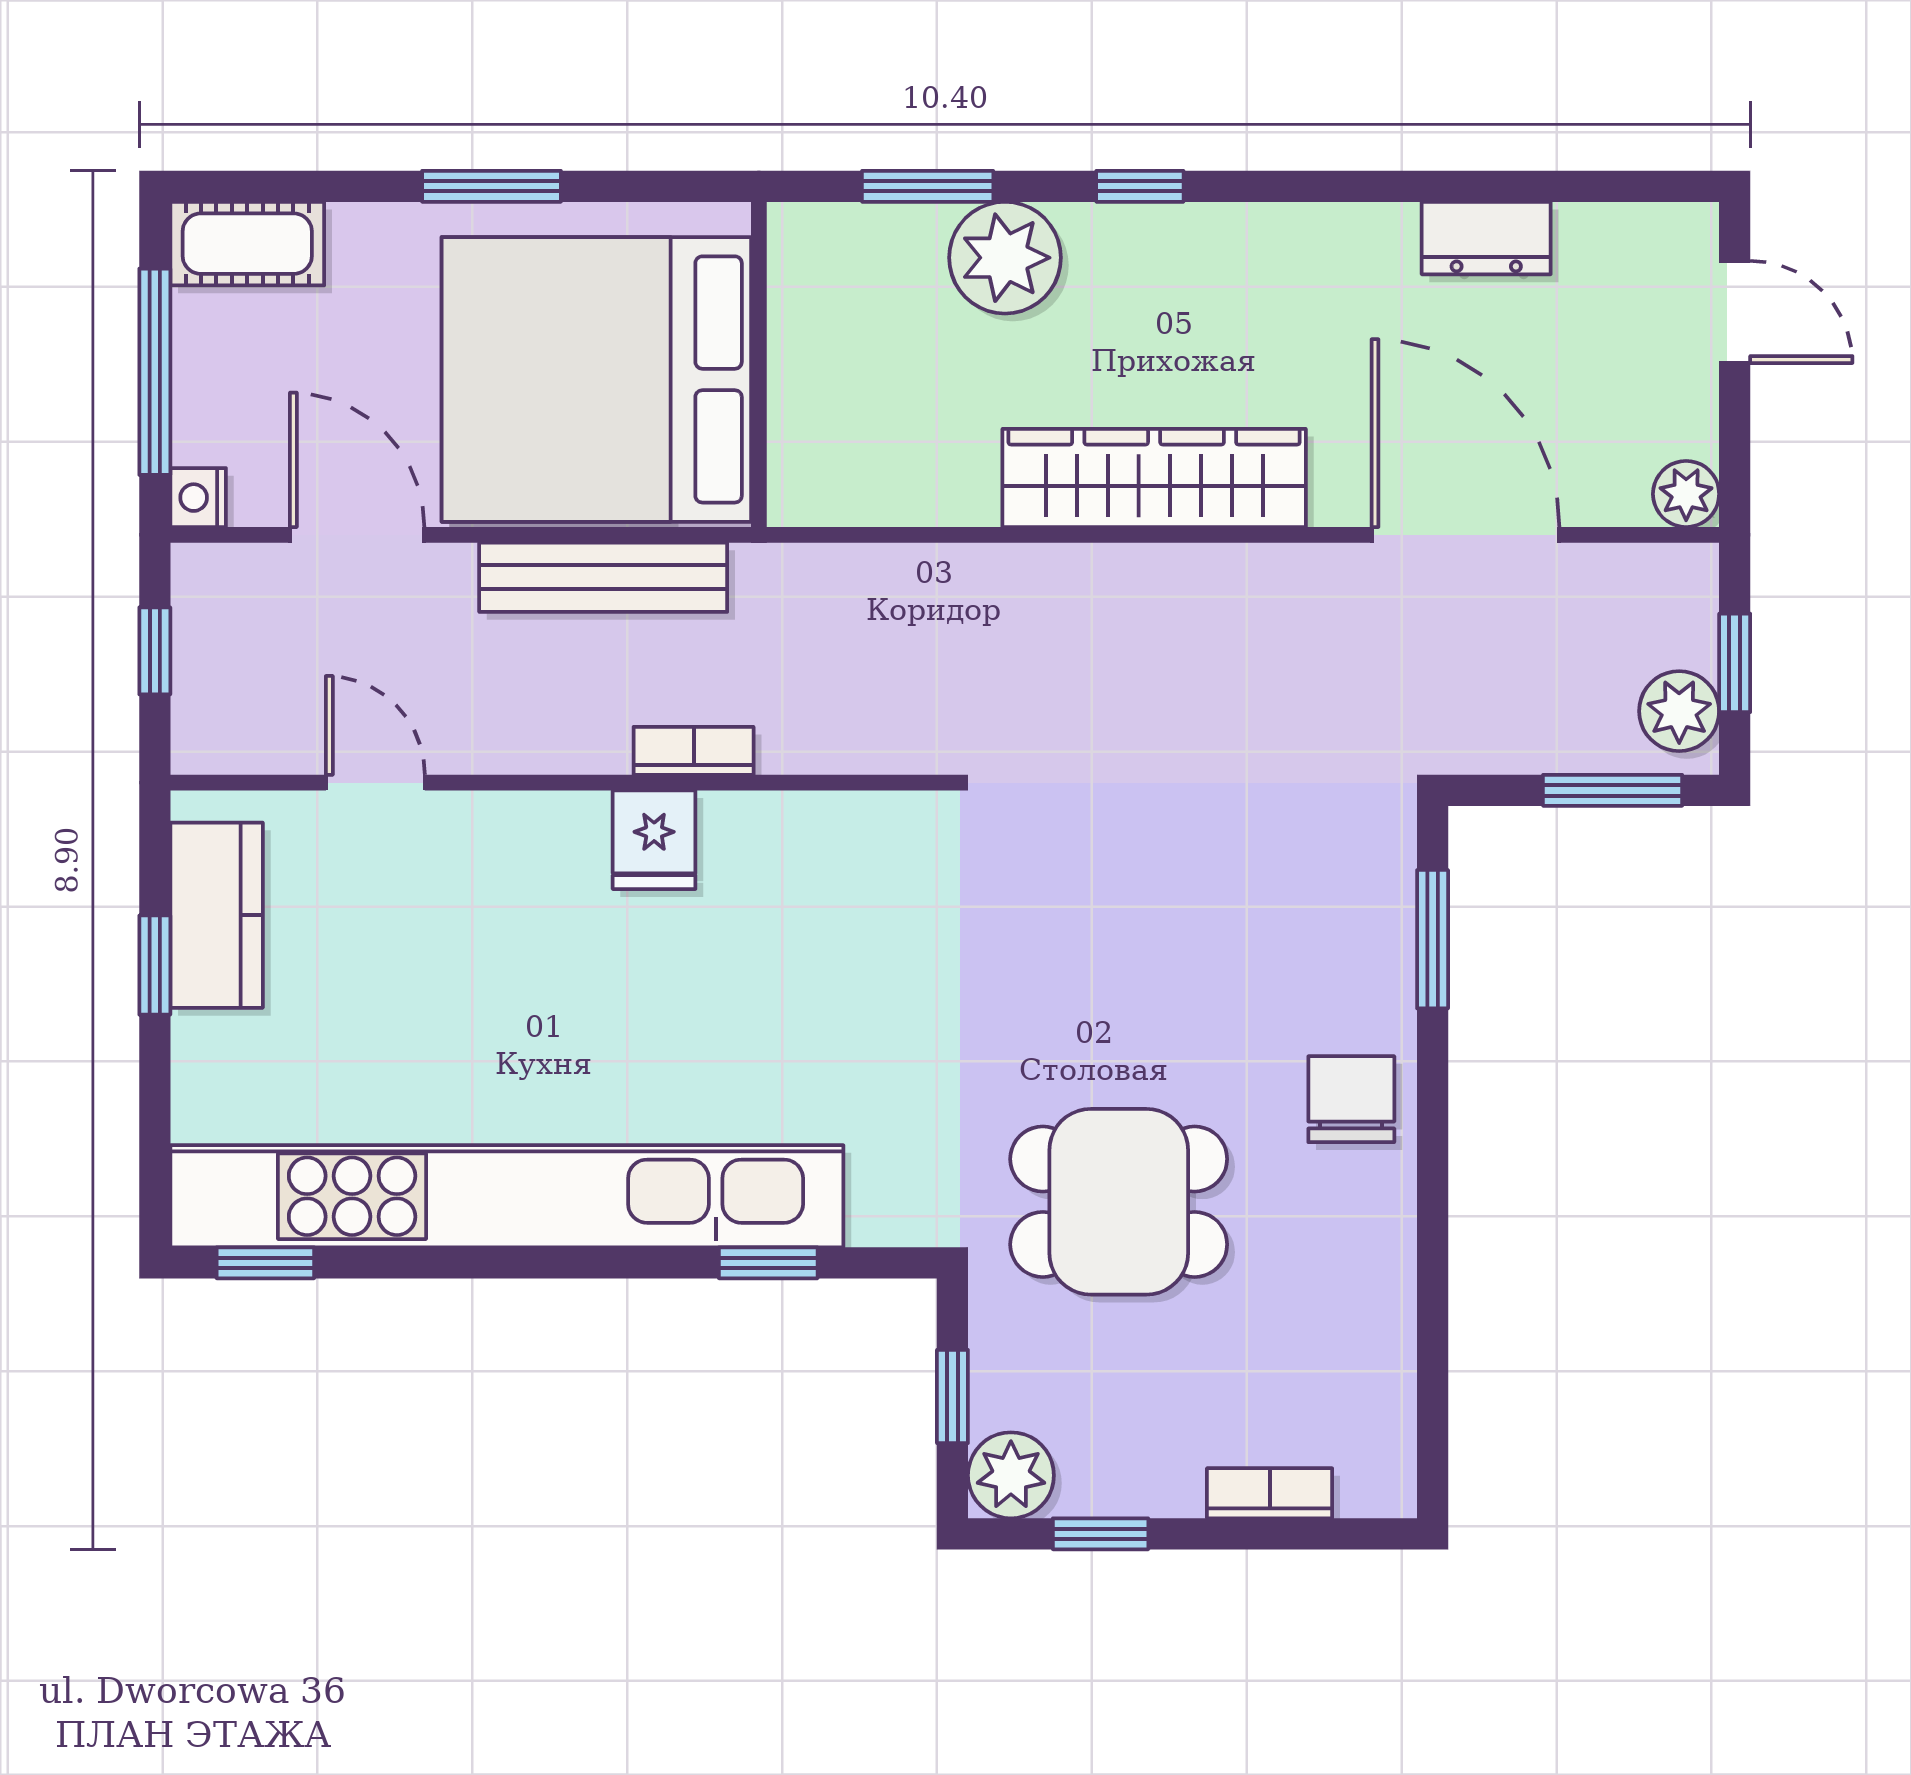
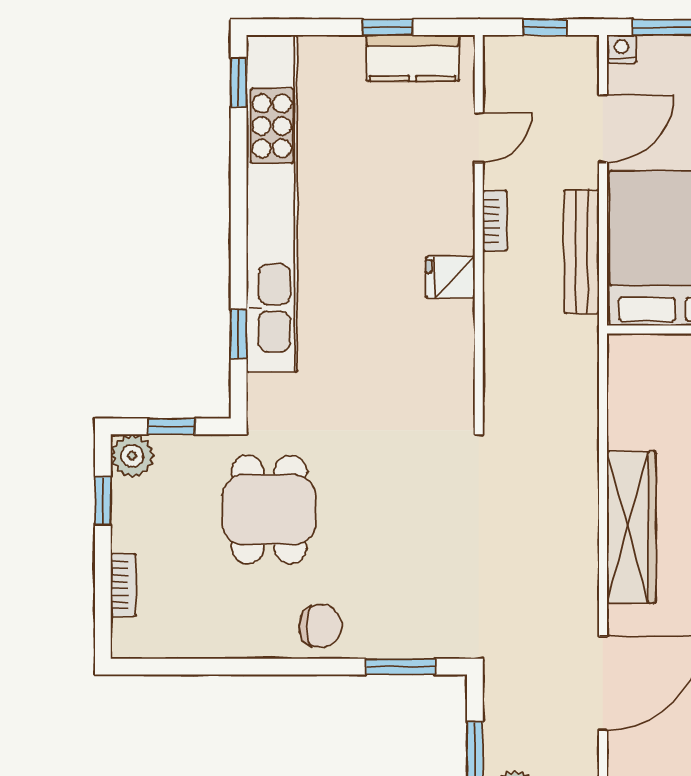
bookcase: (694, 751) -> (495, 221), moved

